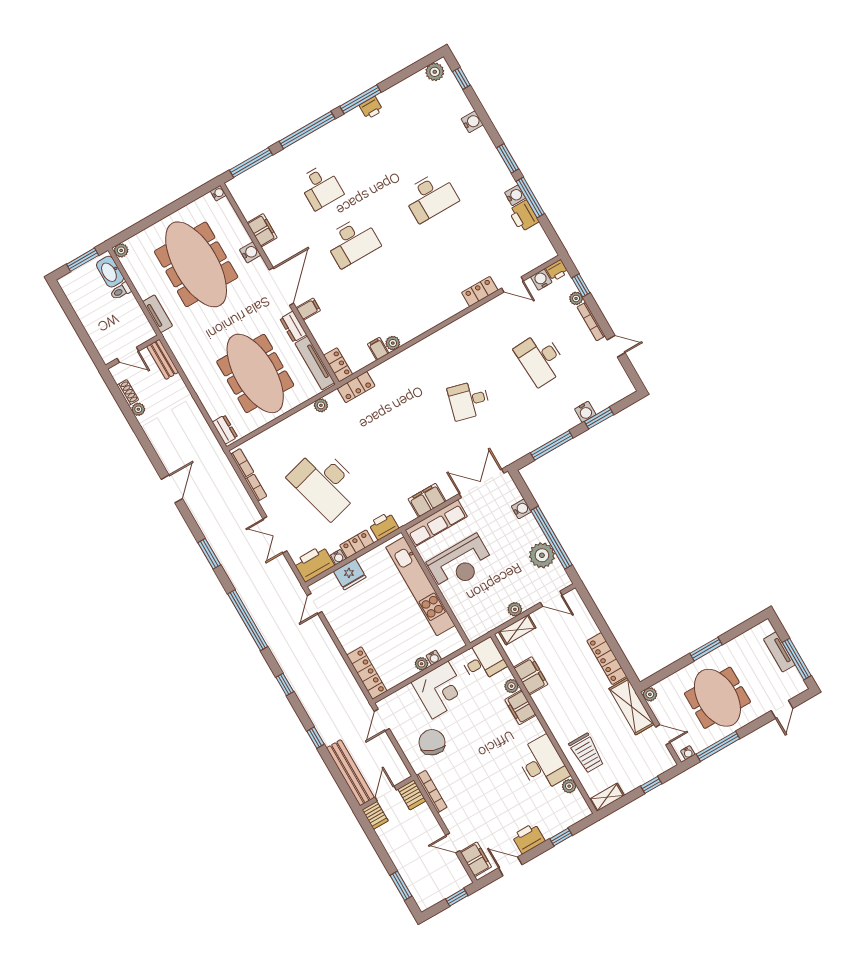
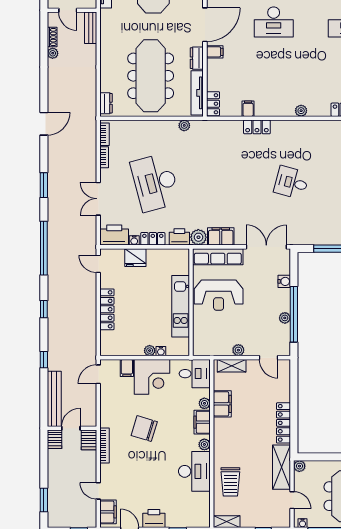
plant: (393, 343) -> (301, 111), moved
locker: (356, 387) -> (257, 127), moved
plant: (404, 515) -> (198, 237), added
plant: (542, 555) -> (285, 318), width x0.53, depth x0.53
kitchen unit: (420, 586) -> (181, 306), width x0.73
door: (315, 604) -> (98, 264), hinge flipped
locker: (367, 673) -> (107, 309), moved
filing cabinet: (408, 696) -> (127, 368), added
chair: (432, 742) -> (144, 429), moved, turned -93
plant: (569, 786) -> (204, 444), moved

